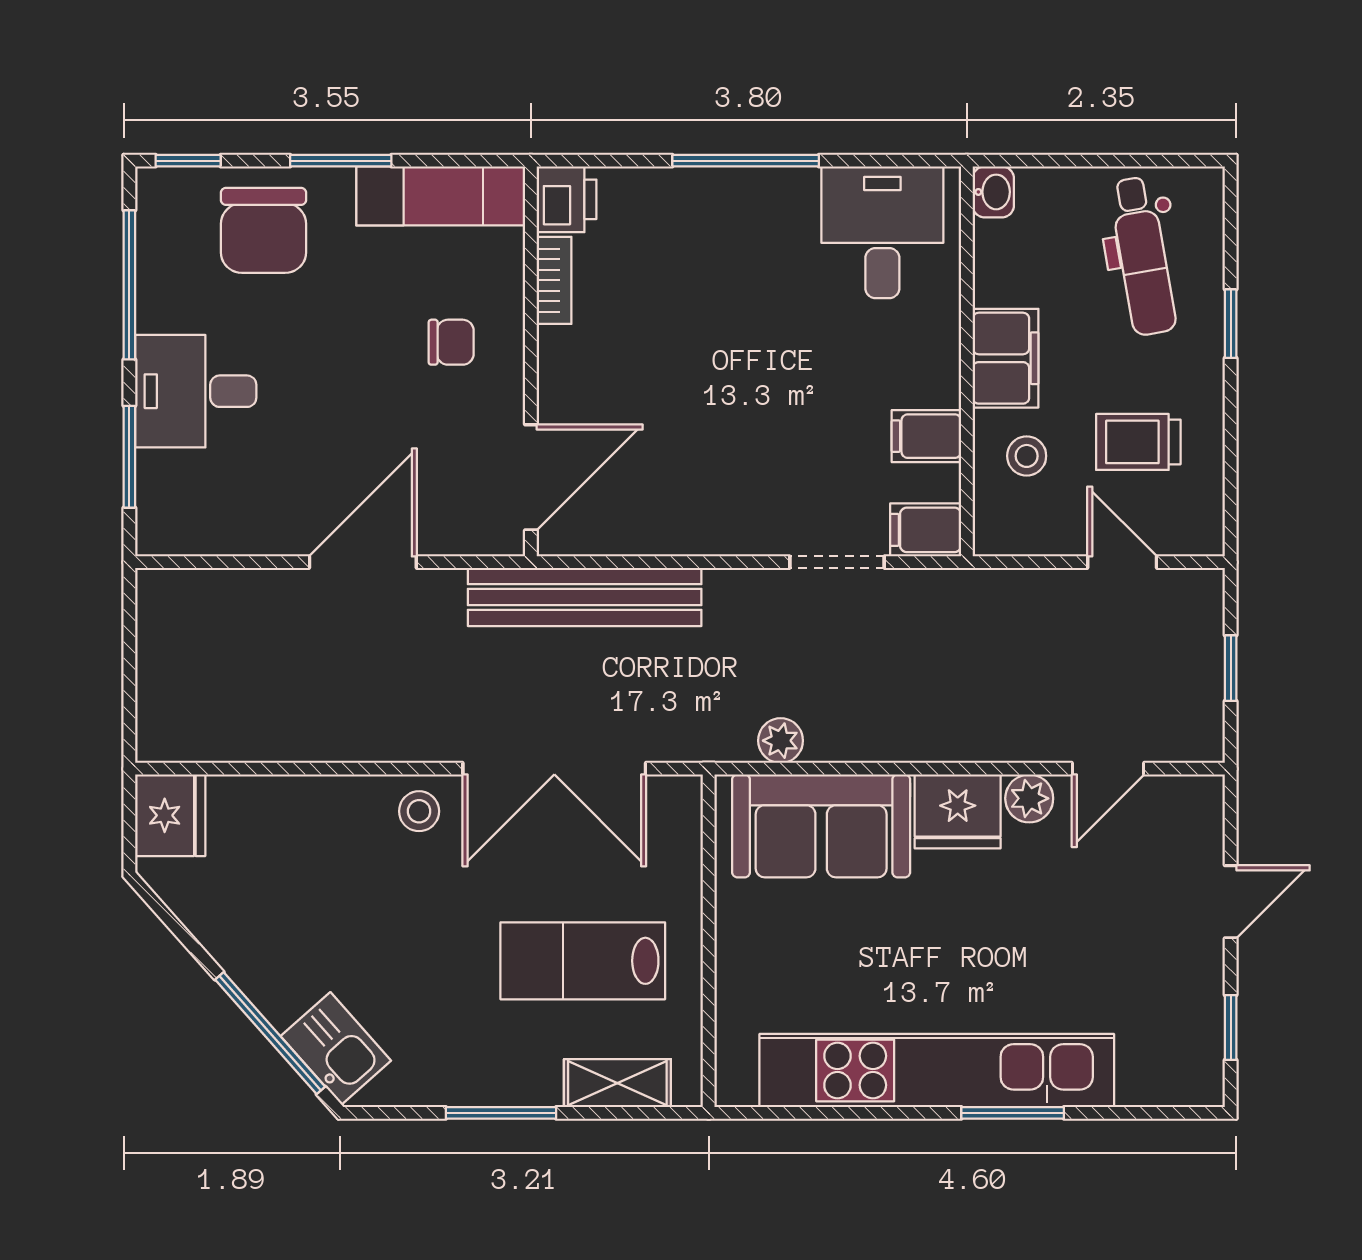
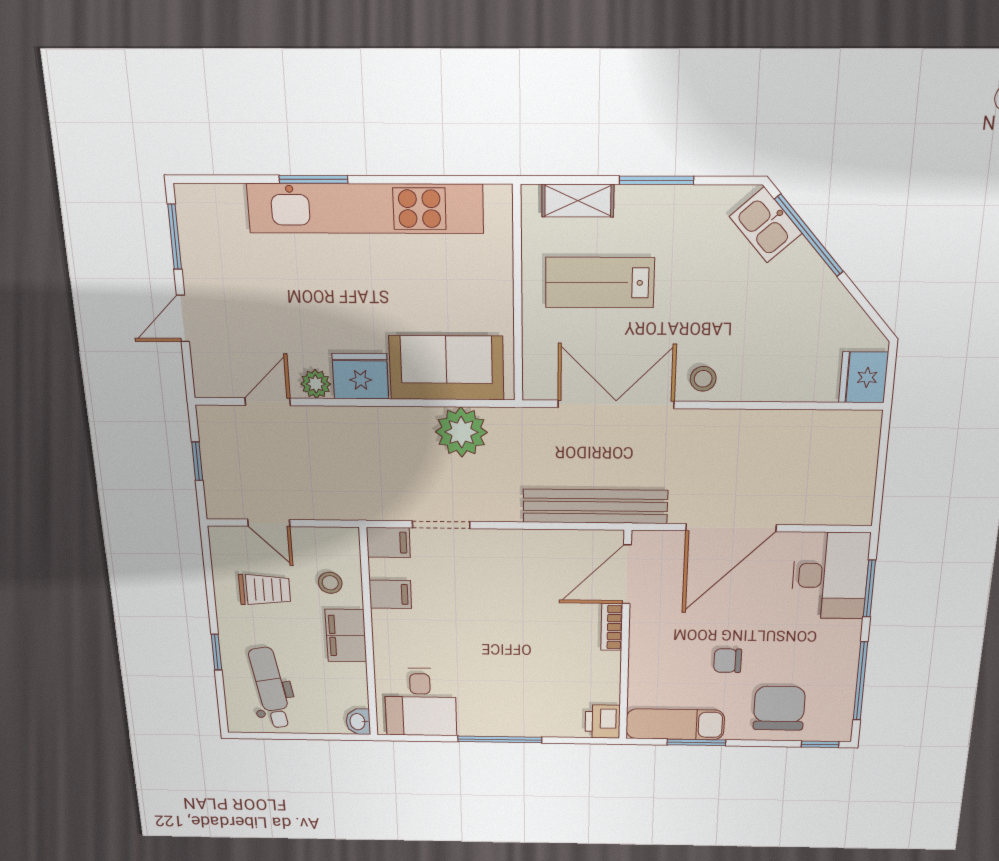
window: (341, 161) -> (696, 742), moved
bookcase: (554, 280) -> (612, 627), moved
chair: (451, 342) -> (728, 661), moved
desk: (196, 391) -> (830, 576), moved, width x1.37
door: (363, 562) -> (731, 528), width x1.36
plant: (781, 741) -> (461, 432), width x1.88, depth x1.88
lab bench: (583, 961) -> (600, 283), turned 180
window: (1231, 1028) -> (175, 237), width x1.50

